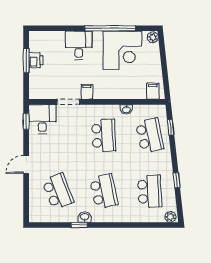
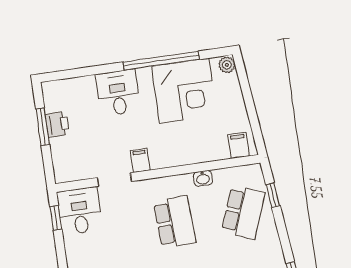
school desk: (150, 135) -> (243, 212), turned 33

